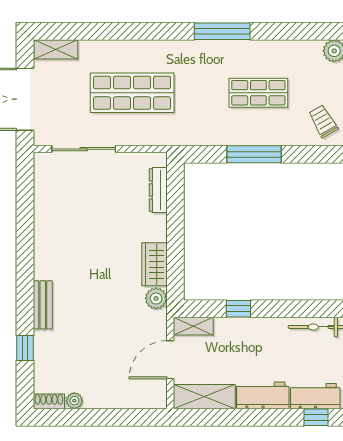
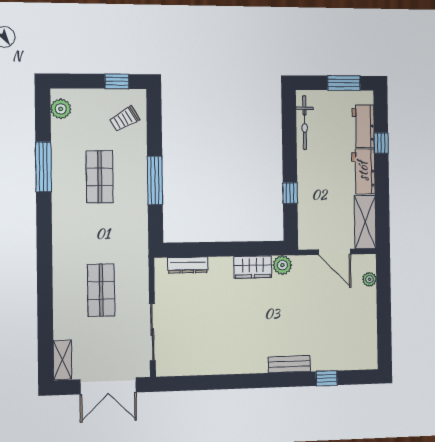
window: (222, 31) -> (43, 167), moved
shop shelf: (132, 93) -> (101, 290), width x0.70, depth x0.74
shelving: (193, 326) -> (306, 232), removed
shoe rack: (49, 401) -> (371, 356), removed
plant: (74, 401) -> (369, 279), moved
window: (316, 417) -> (381, 143), moved

